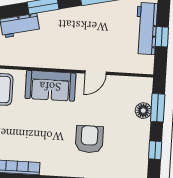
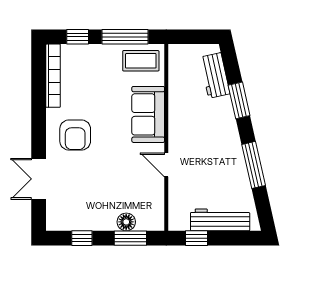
window: (162, 37) -> (196, 238), moved
armchair: (89, 139) -> (75, 135), moved, turned 90

